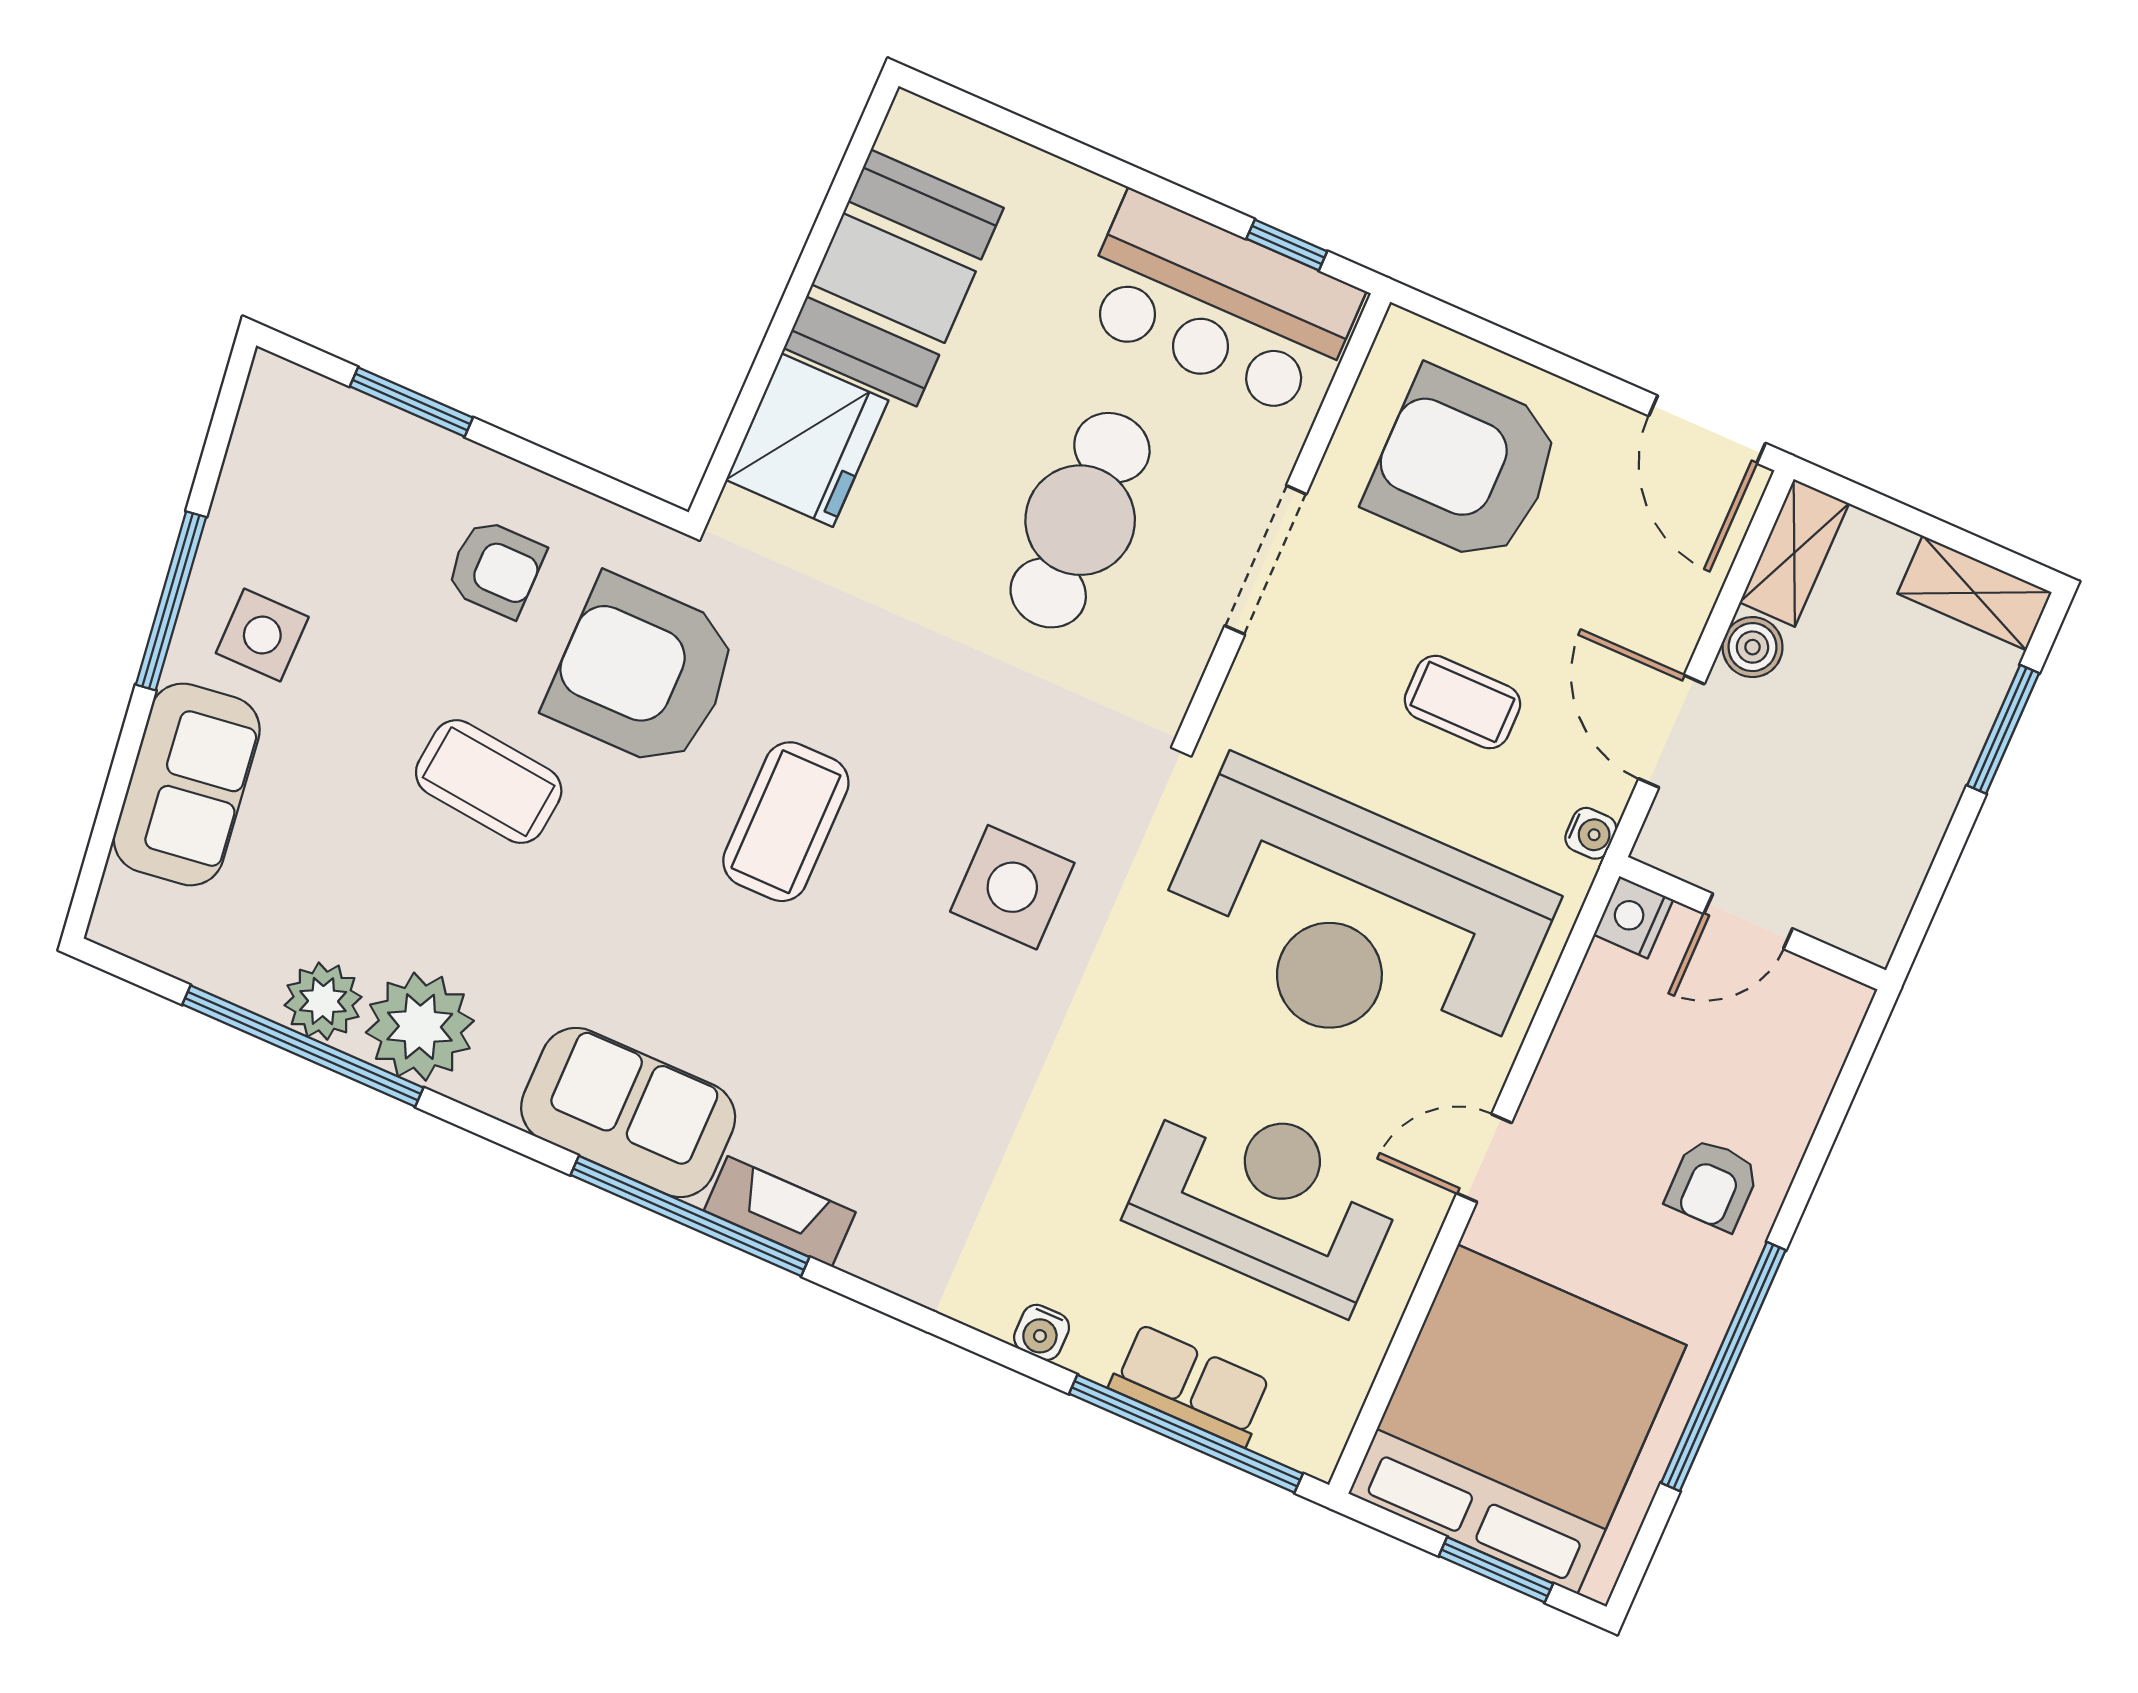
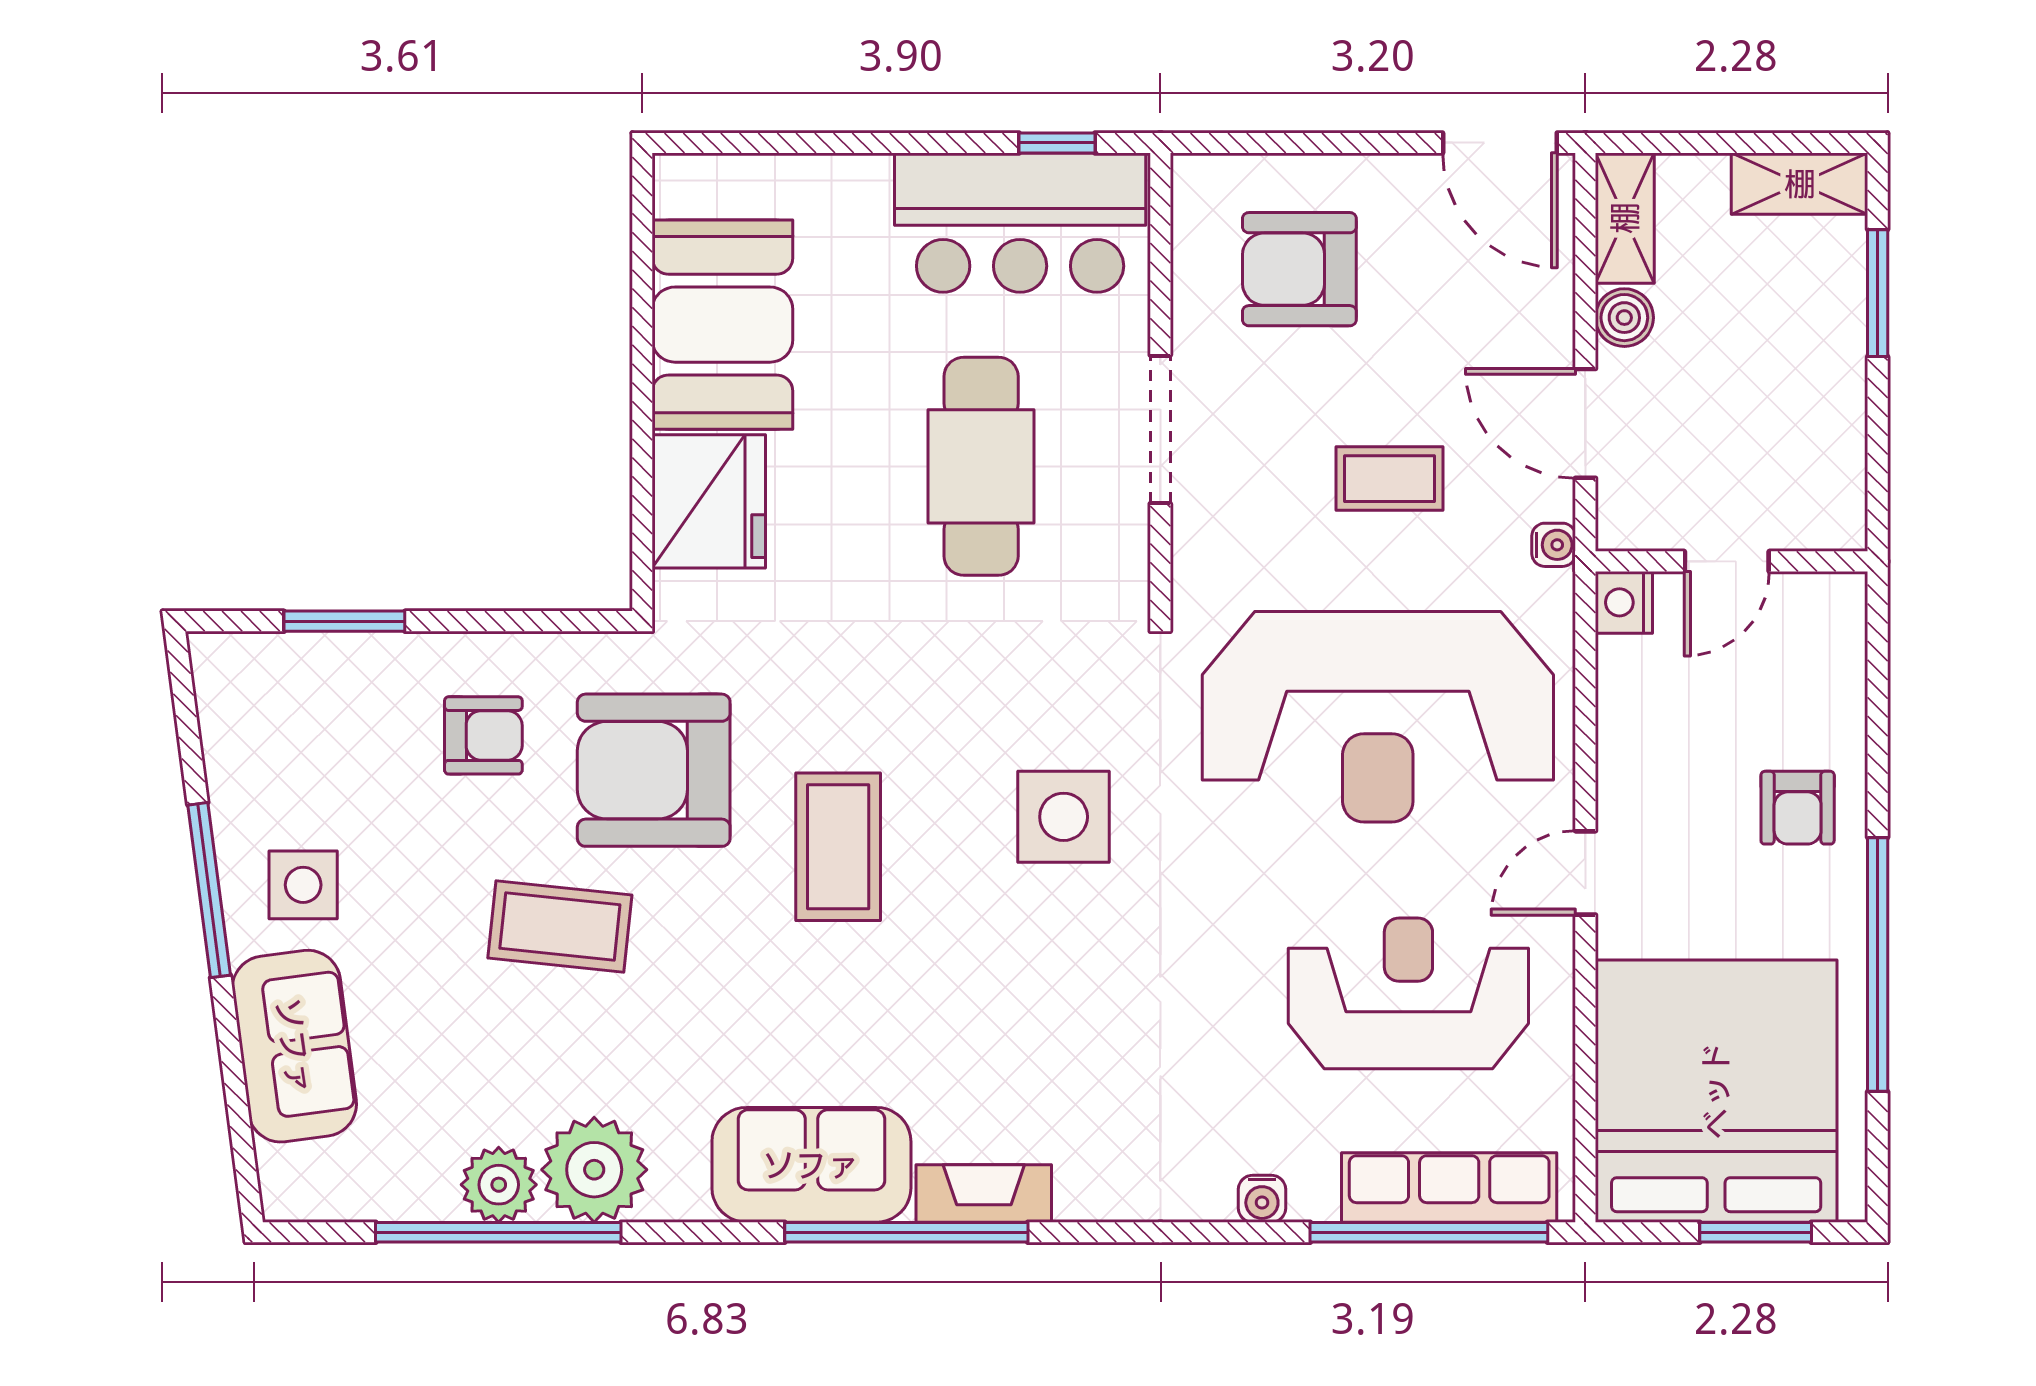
armchair: (1464, 466) -> (1299, 269), width x0.73, depth x0.73
row of seats: (1191, 1385) -> (1449, 1188), width x1.48

